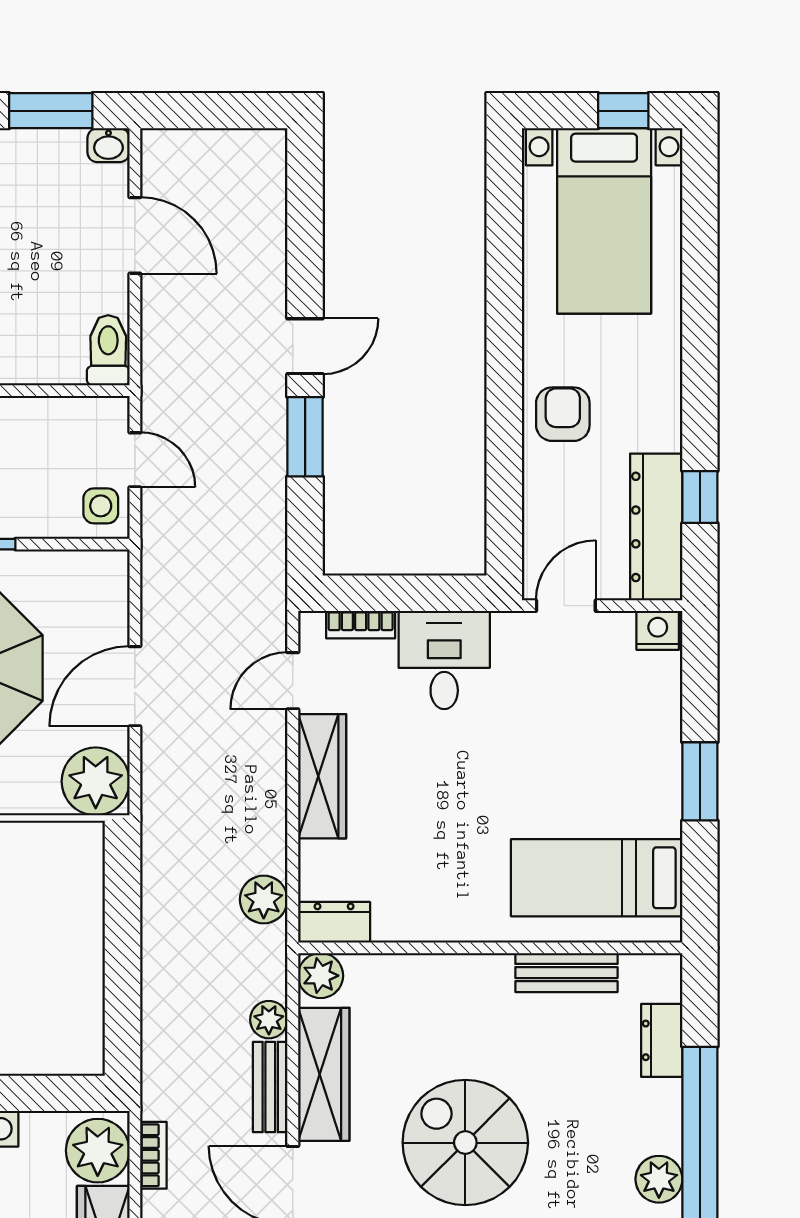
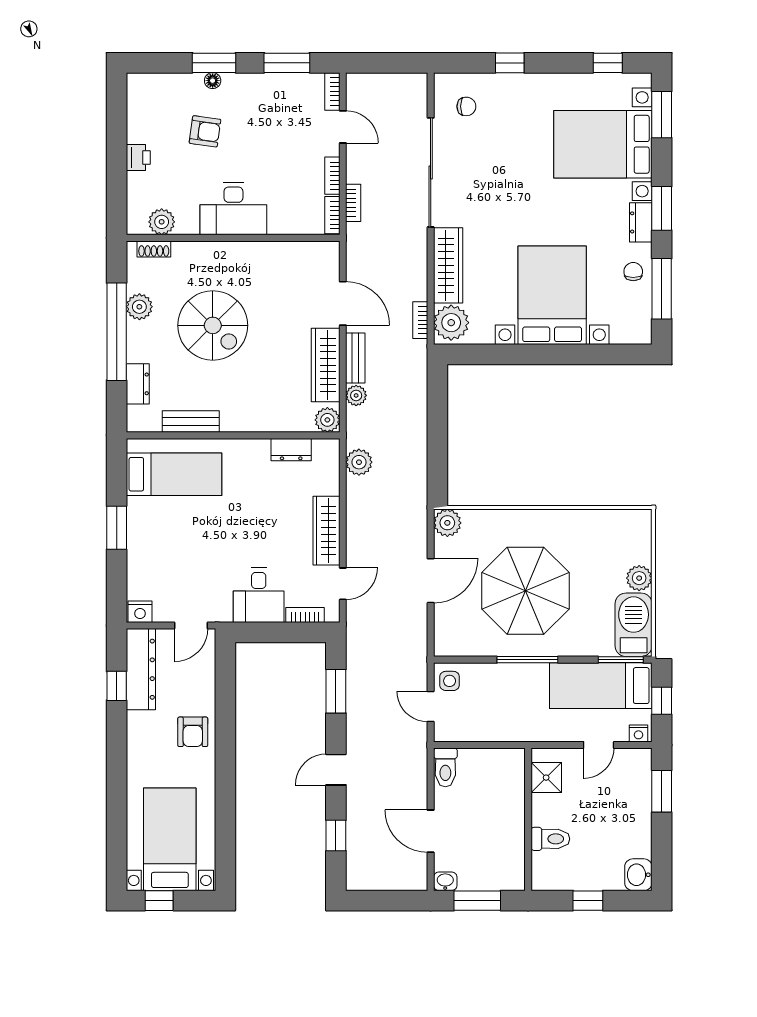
window: (305, 228) -> (336, 836), added
window: (305, 437) -> (336, 691), moved
plant: (96, 781) -> (447, 523), width x0.73, depth x0.73
dresser: (334, 922) -> (291, 450), moved
spiral stairs: (465, 1143) -> (213, 325), moved

